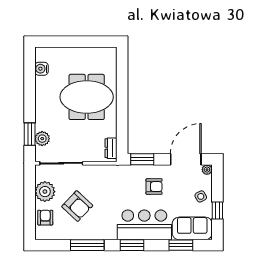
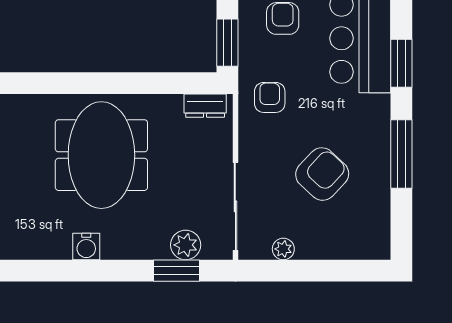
water cooler: (41, 69) -> (86, 246), moved
plant: (45, 192) -> (283, 249), width x0.53, depth x0.53
armchair: (45, 218) -> (270, 97), moved, turned 90

